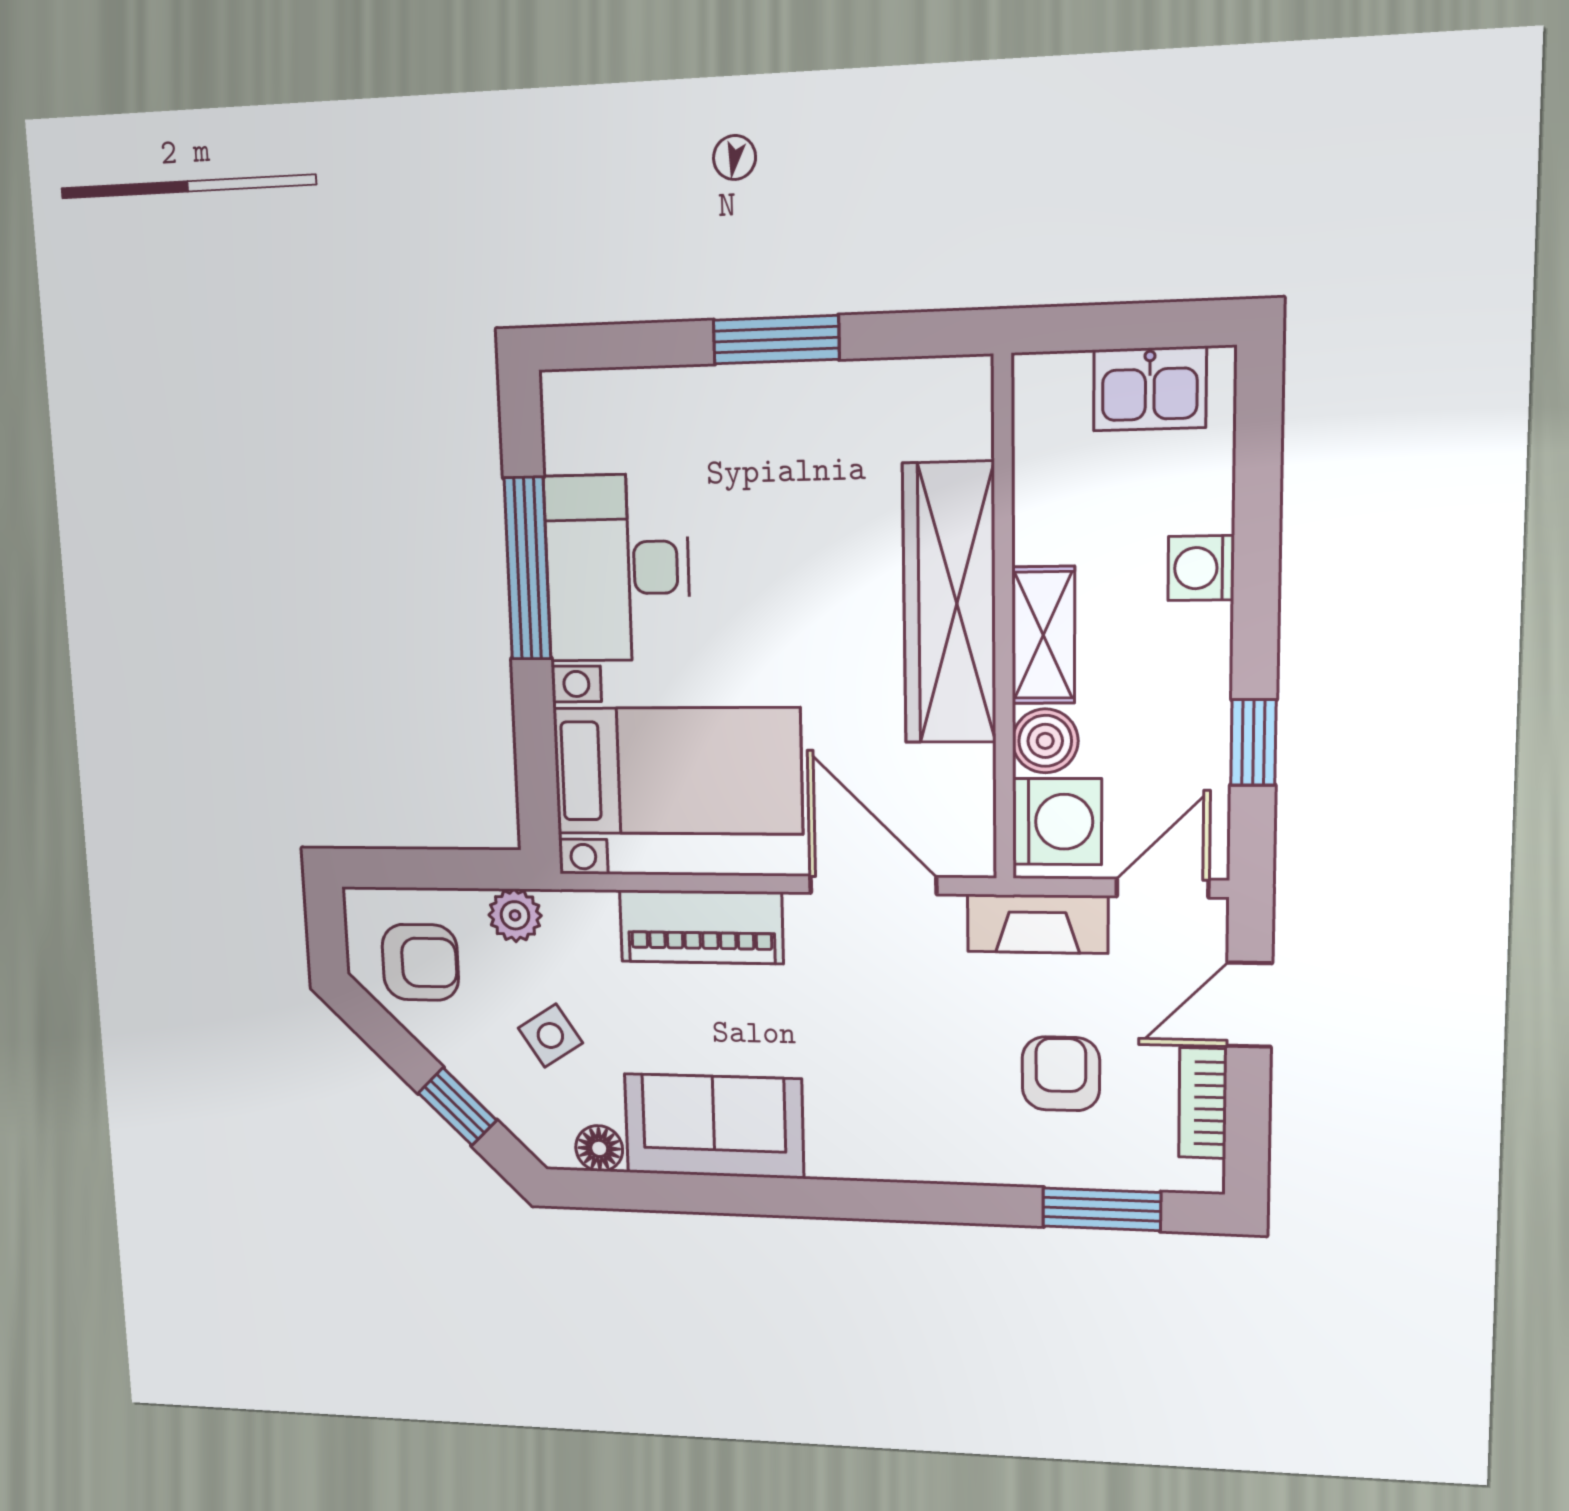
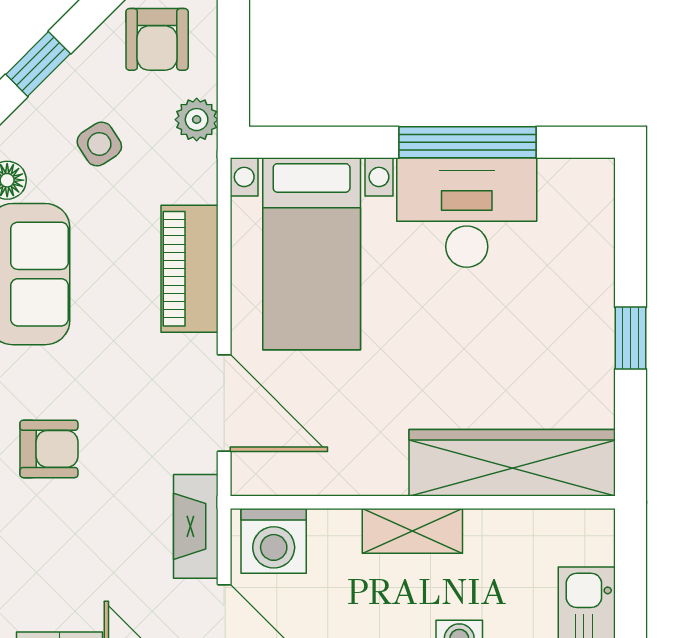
window: (776, 340) -> (630, 338), width x0.67
wardrobe: (949, 603) -> (512, 463), moved
boiler: (1045, 741) -> (334, 532), removed
door: (873, 885) -> (224, 403), hinge flipped
armchair: (1061, 1074) -> (49, 449), moved

